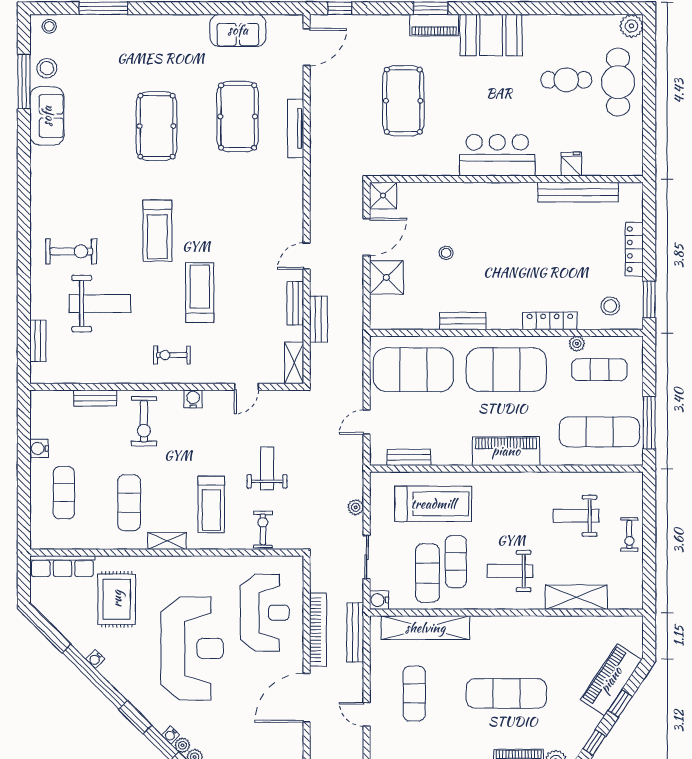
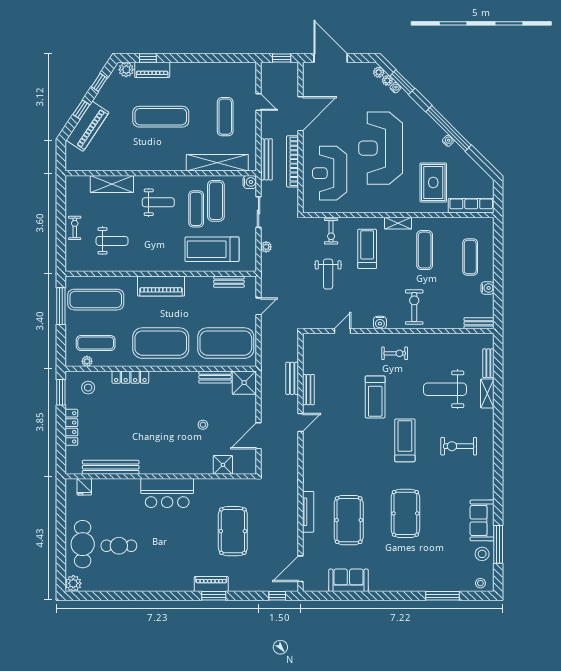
booth: (491, 35) -> (171, 577), removed
fridge: (571, 164) -> (84, 487), moved
shower: (383, 196) -> (223, 465), moved
exercise bike: (71, 251) -> (459, 446), moved
shower: (386, 277) -> (244, 383), moved
bench: (463, 321) -> (215, 377), moved
plant: (577, 344) -> (87, 361), moved
shelving: (294, 363) -> (487, 393), moved
bench: (95, 398) -> (479, 323), moved

